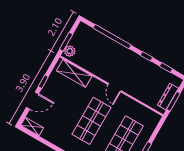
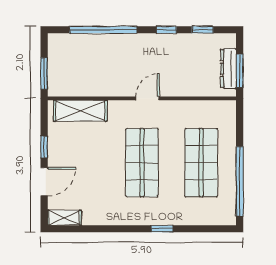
plant: (70, 51) -> (56, 84), removed
door: (115, 88) -> (147, 98), swing flipped

